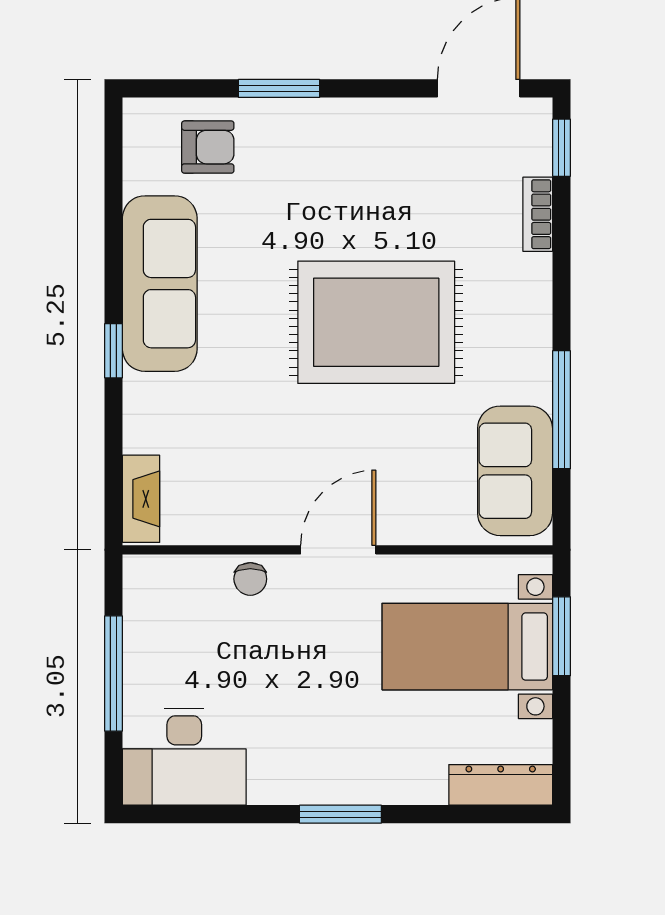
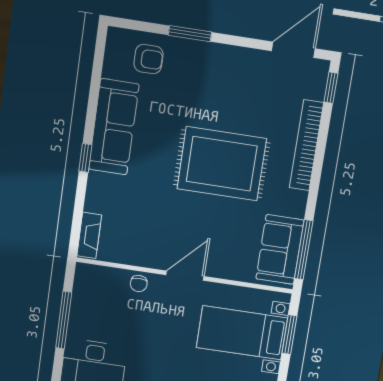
bookcase: (538, 214) -> (306, 145), width x2.31, depth x1.31
window: (561, 410) -> (304, 250), moved

